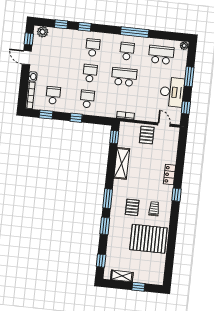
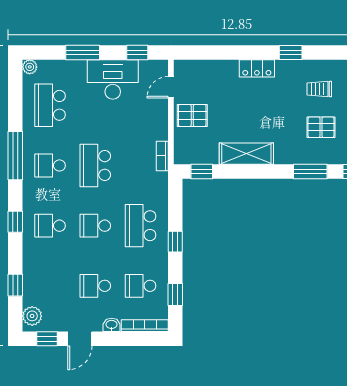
window: (85, 27) -> (15, 222), moved
school desk: (56, 70) -> (95, 286), added
school desk: (87, 99) -> (141, 226), width x1.85

